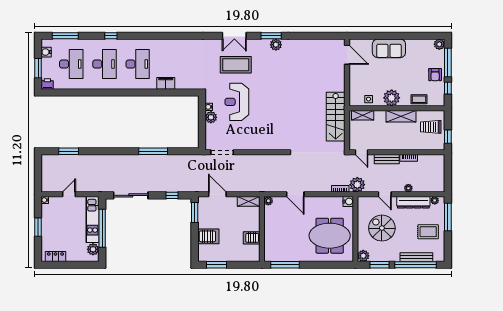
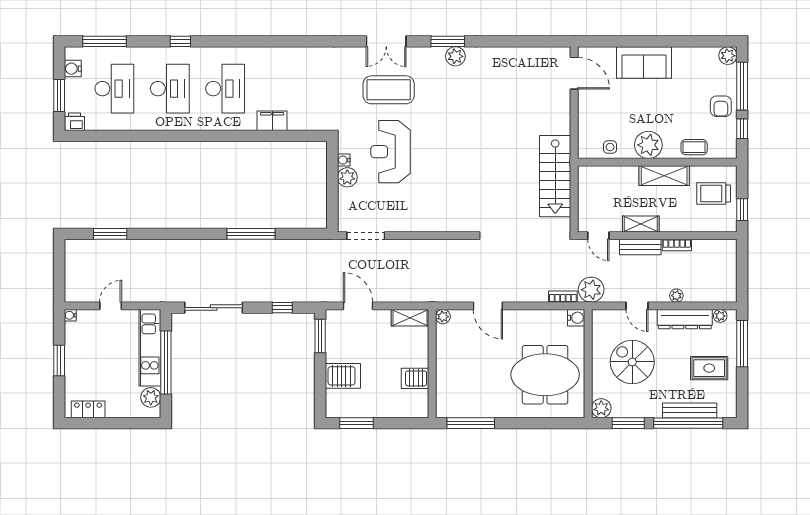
shelving: (363, 115) -> (641, 224), moved

